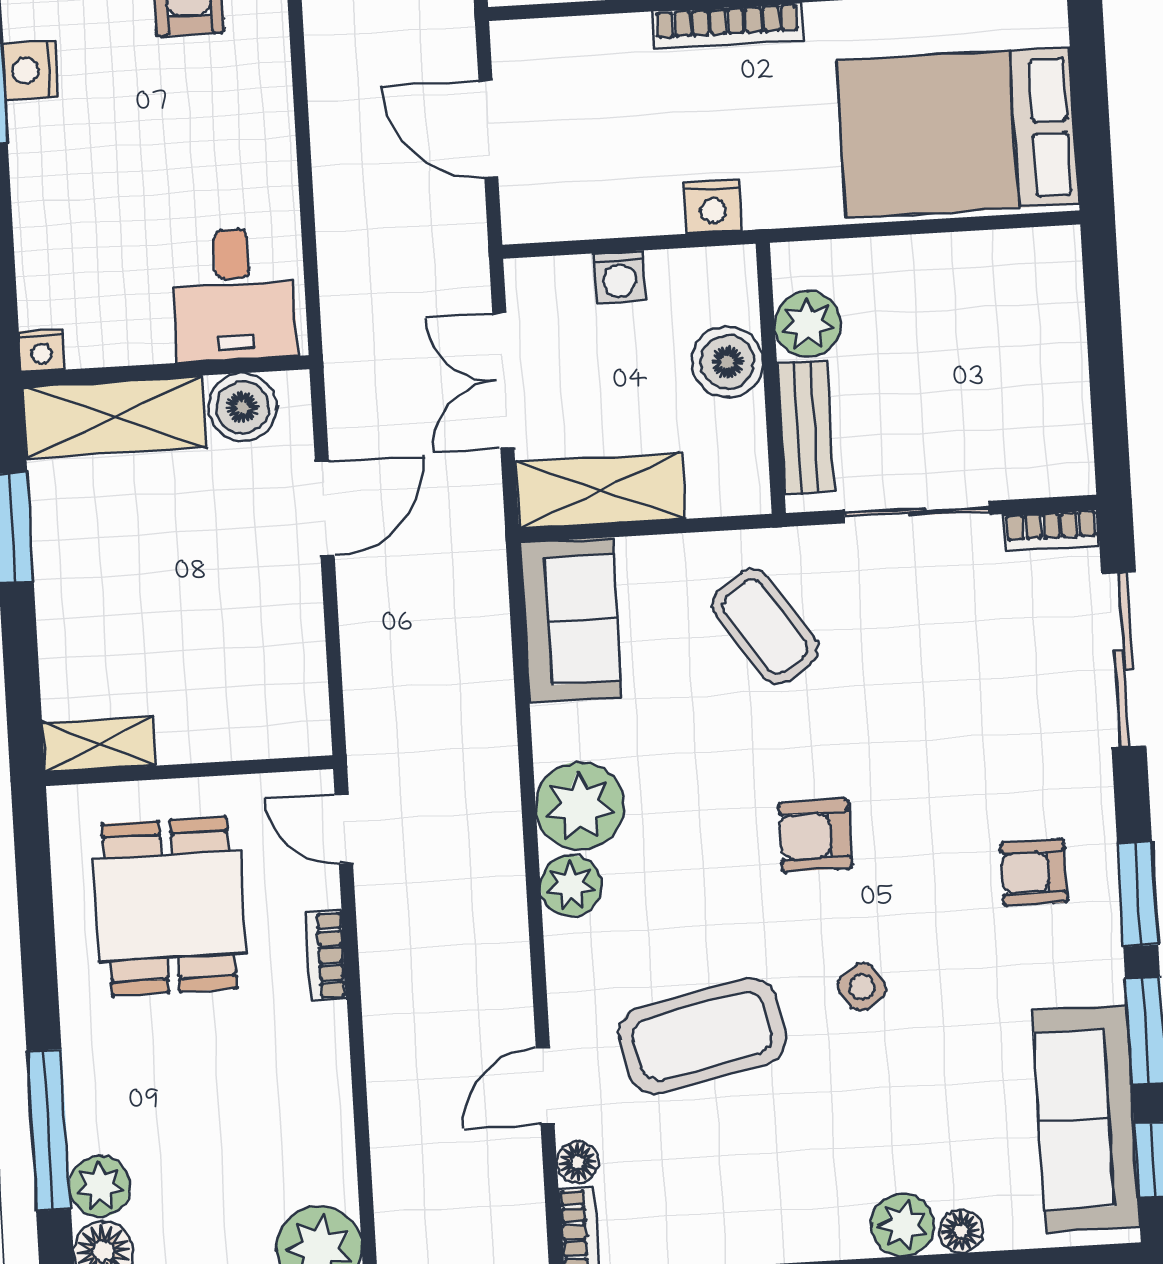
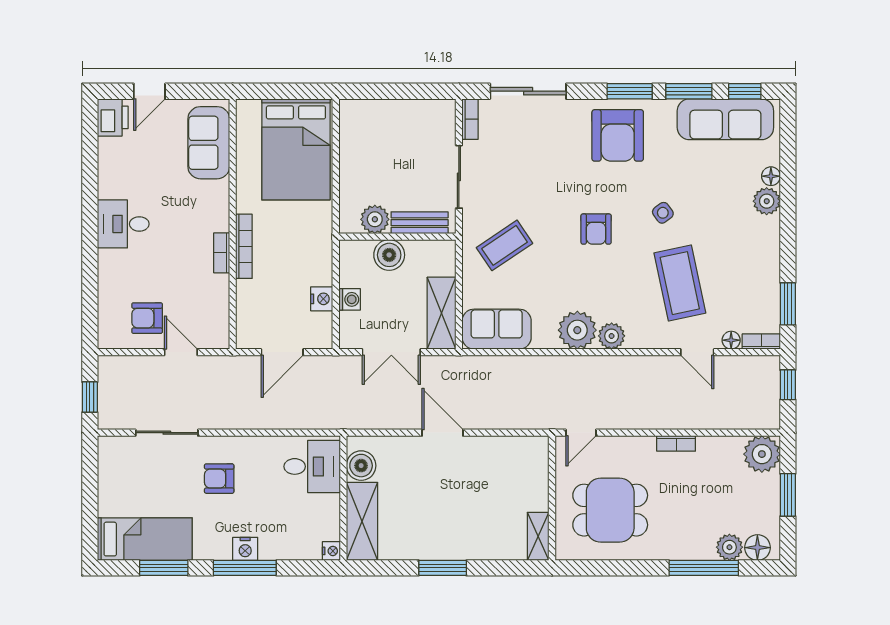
nightstand: (713, 207) -> (322, 299), moved
desk: (234, 294) -> (312, 466), moved
nightstand: (42, 350) -> (331, 551), moved
wall: (165, 371) -> (343, 498), moved
boiler: (243, 407) -> (361, 466), moved
shelving: (114, 417) -> (362, 521), moved
armchair: (1034, 872) -> (618, 135), width x1.88, depth x1.88
bookcase: (326, 956) -> (676, 443), moved

